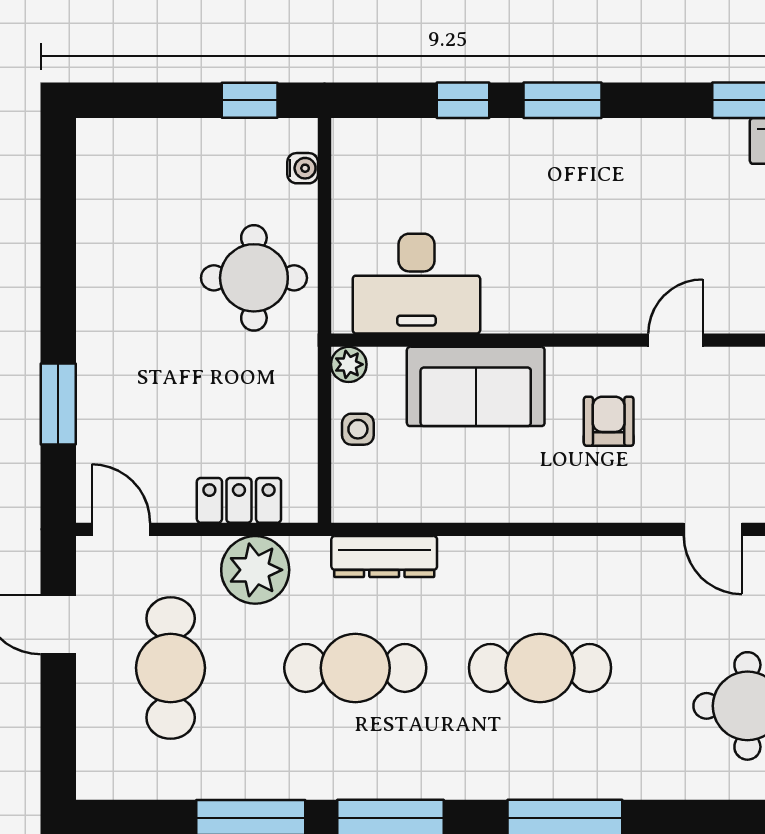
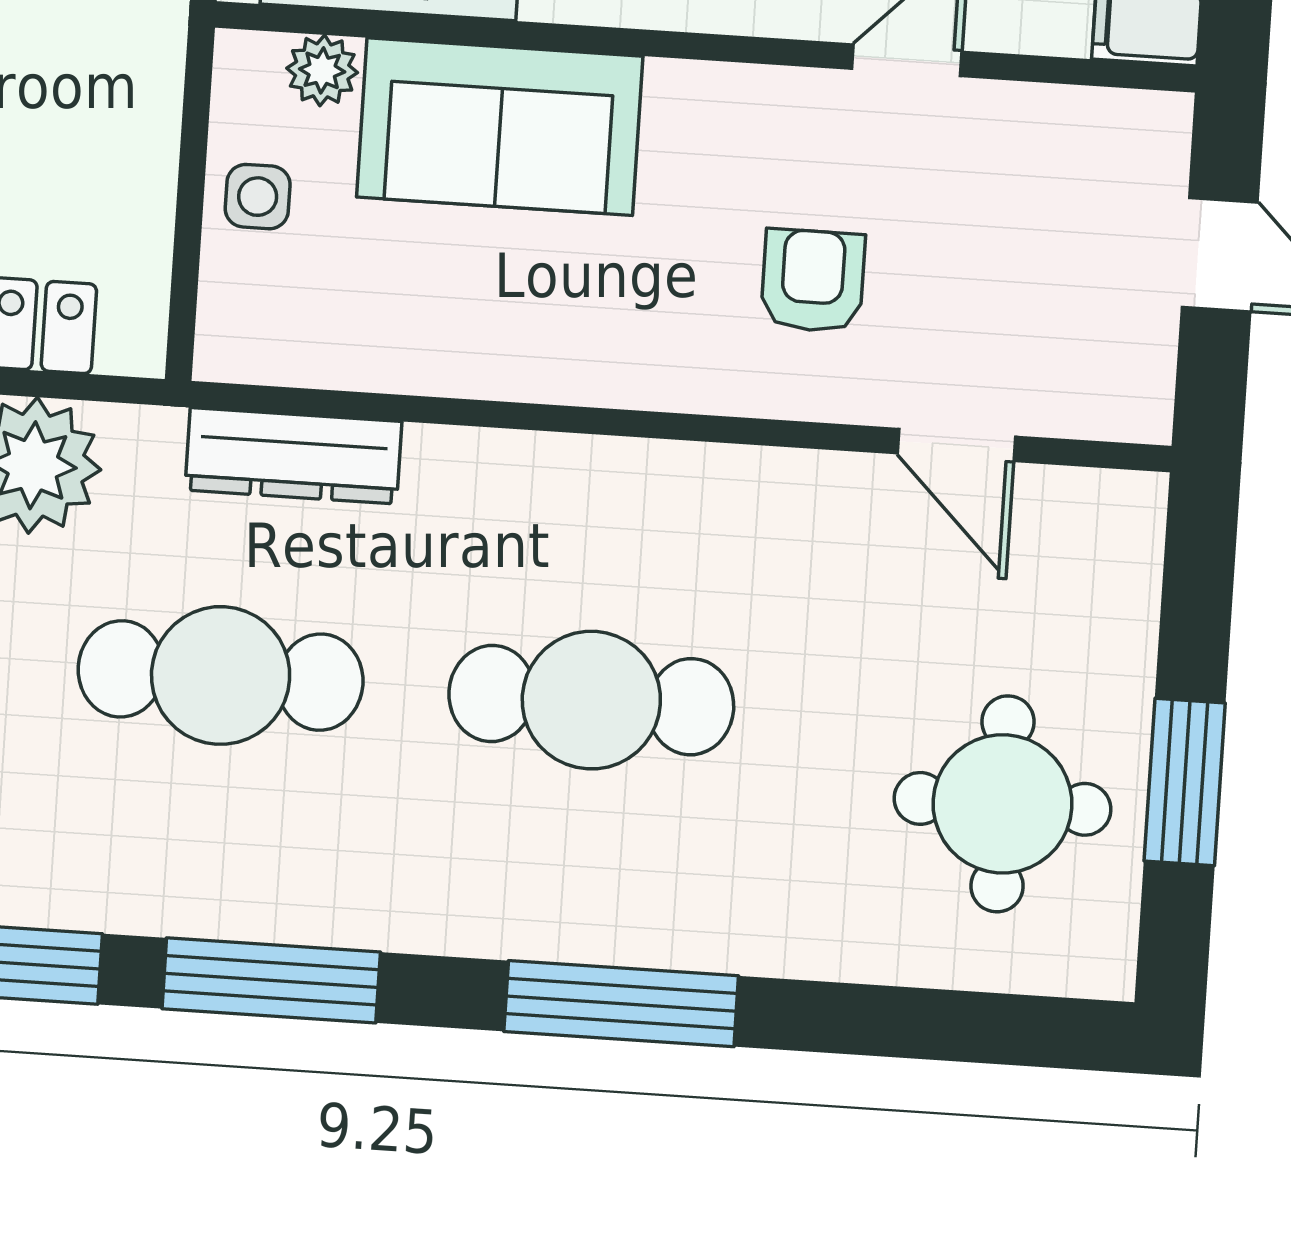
plant: (349, 364) -> (322, 70), moved
armchair: (609, 421) -> (813, 281), moved

